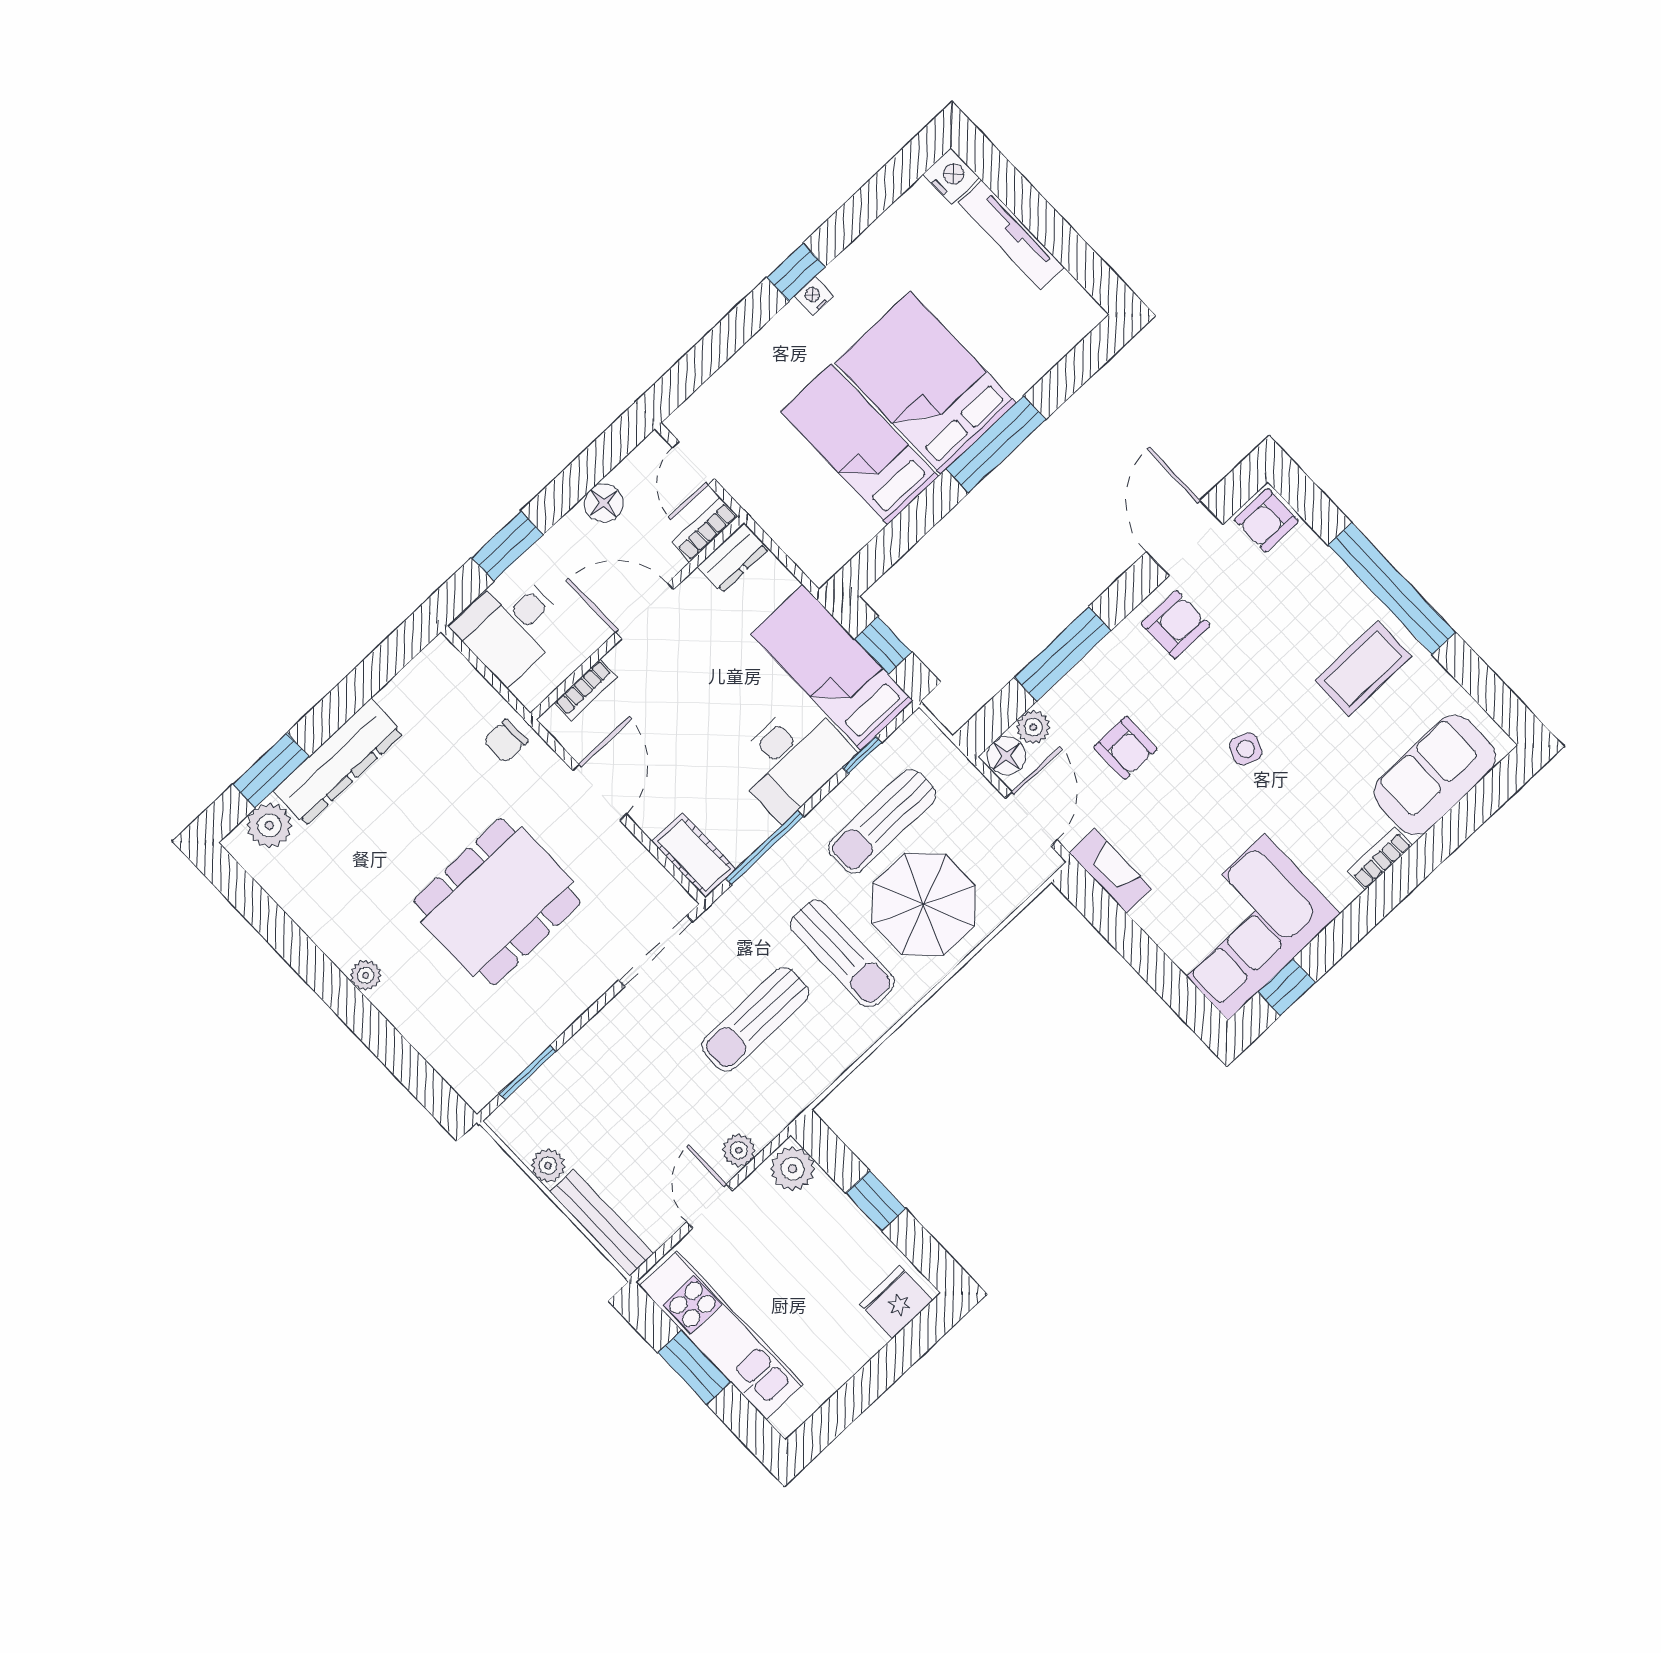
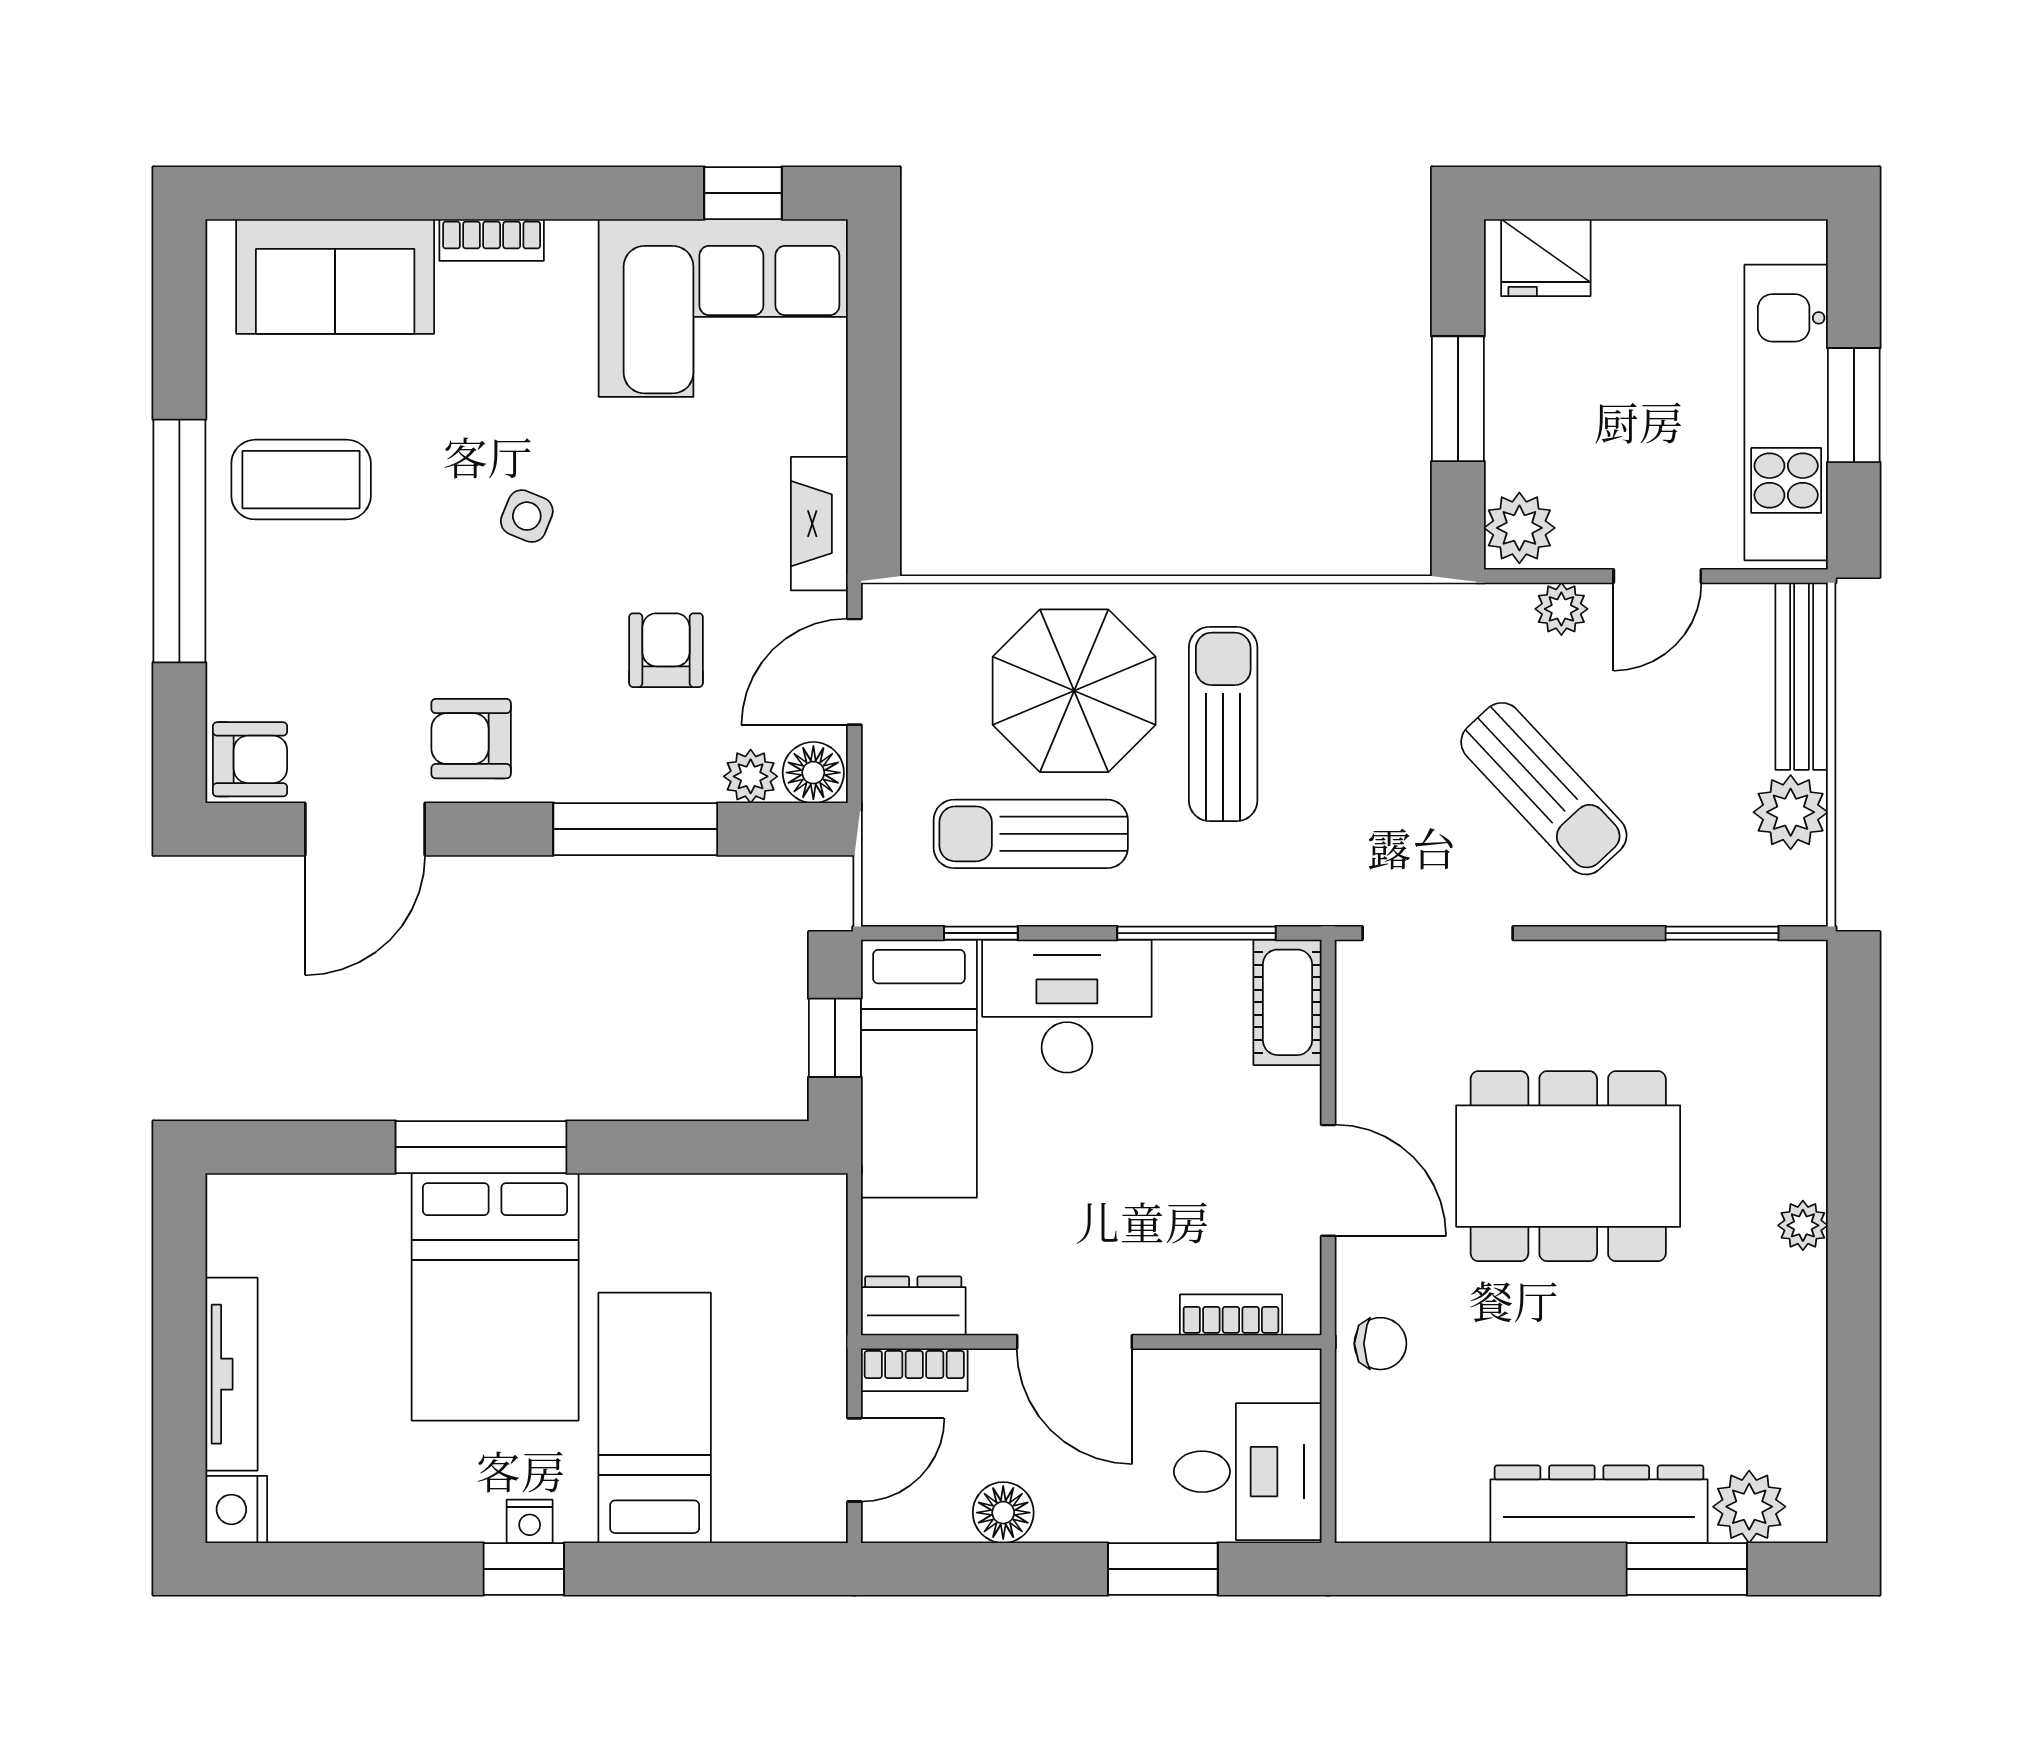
bed: (859, 444) -> (655, 1418), moved, turned 180
door: (599, 792) -> (1328, 1180), swing flipped
sun lounger: (882, 821) -> (1031, 834), turned 180
sun lounger: (755, 1019) -> (1544, 789), moved, turned 47
plant: (548, 1166) -> (1791, 812), width x1.38, depth x1.38
window: (876, 1201) -> (1458, 399), width x1.50

